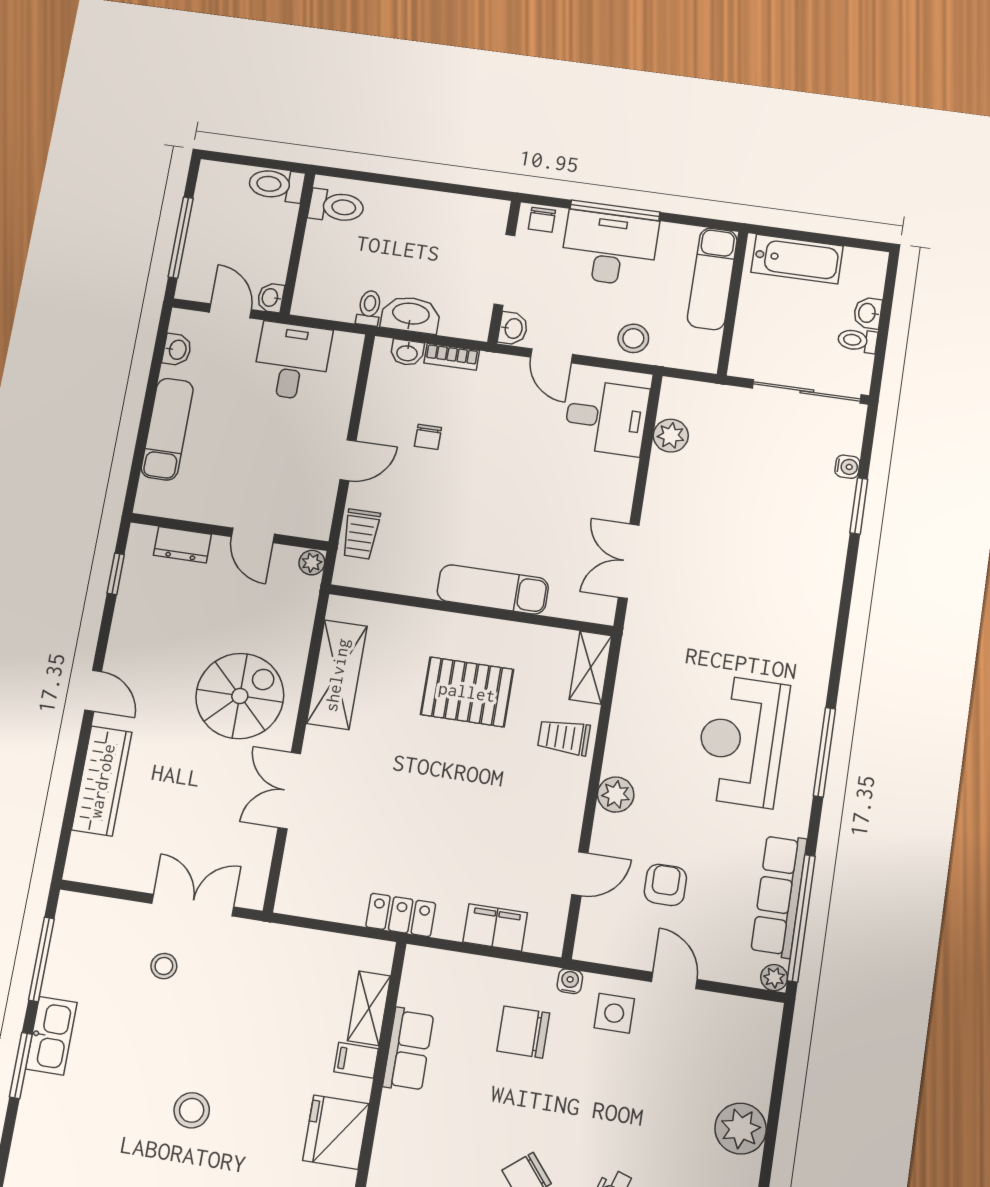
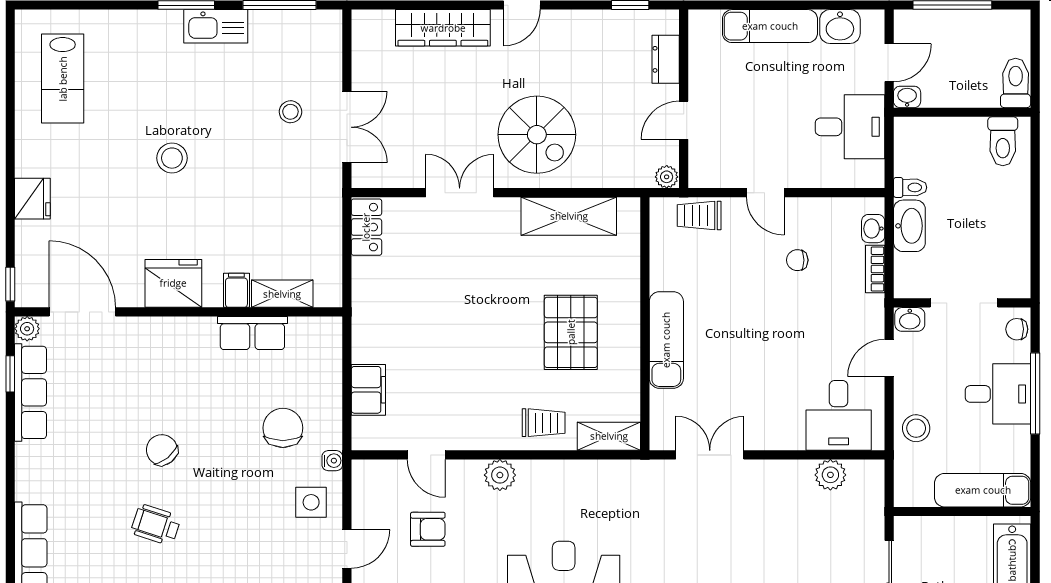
desk: (609, 248) -> (998, 394), width x0.73
washbasin: (177, 350) -> (840, 27), width x1.38, depth x1.45
trolley: (564, 737) -> (544, 423), turned 90
locker: (401, 915) -> (366, 227), moved

